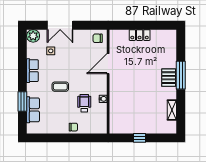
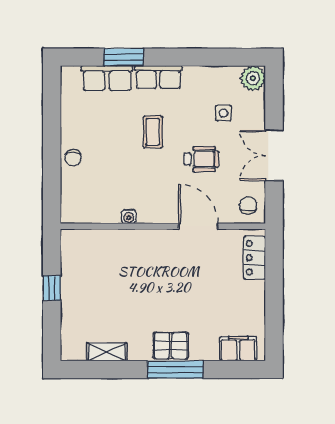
double door: (60, 25) -> (274, 155), moved
locker: (140, 35) -> (255, 258), moved
filing cabinet: (170, 43) -> (238, 349), added
row of seats: (32, 71) -> (158, 77), moved
wheelchair: (84, 103) -> (201, 159), moved

